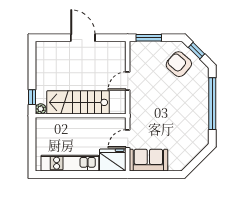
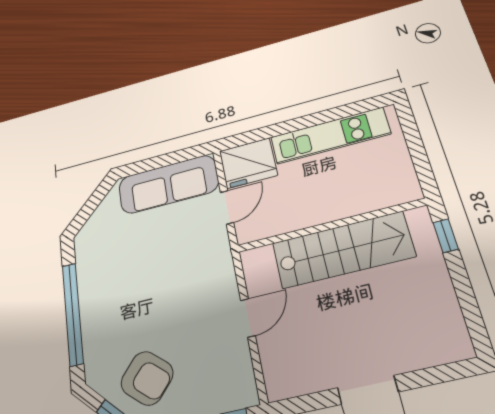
plant: (41, 109) -> (419, 217), removed
sofa: (148, 160) -> (168, 184), width x1.36

